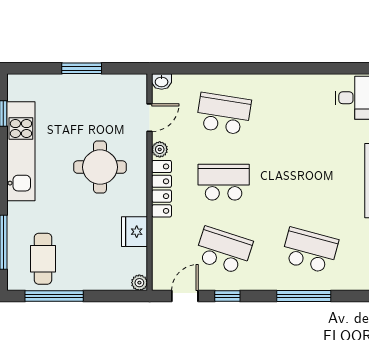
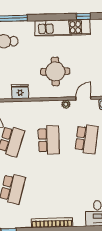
door: (150, 118) -> (83, 98), swing flipped
locker: (162, 189) -> (44, 106), removed

